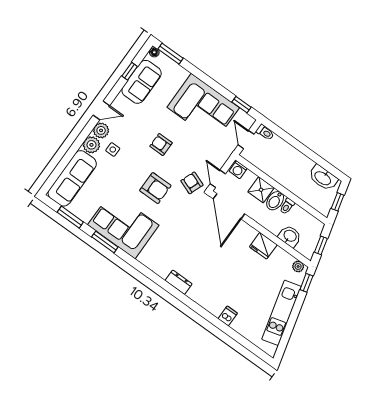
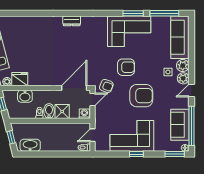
window: (130, 71) -> (192, 126), width x3.17
window: (241, 105) -> (136, 154), moved
door: (246, 140) -> (93, 135), swing flipped
armchair: (161, 145) -> (141, 96), width x1.88, depth x1.88
door: (218, 179) -> (93, 100), hinge flipped
armchair: (155, 188) -> (126, 67), turned 180
door: (229, 206) -> (74, 88), hinge flipped
window: (70, 217) -> (164, 13), width x1.44
fridge: (263, 246) -> (20, 79), moved
dishwasher: (228, 316) -> (28, 22), removed

